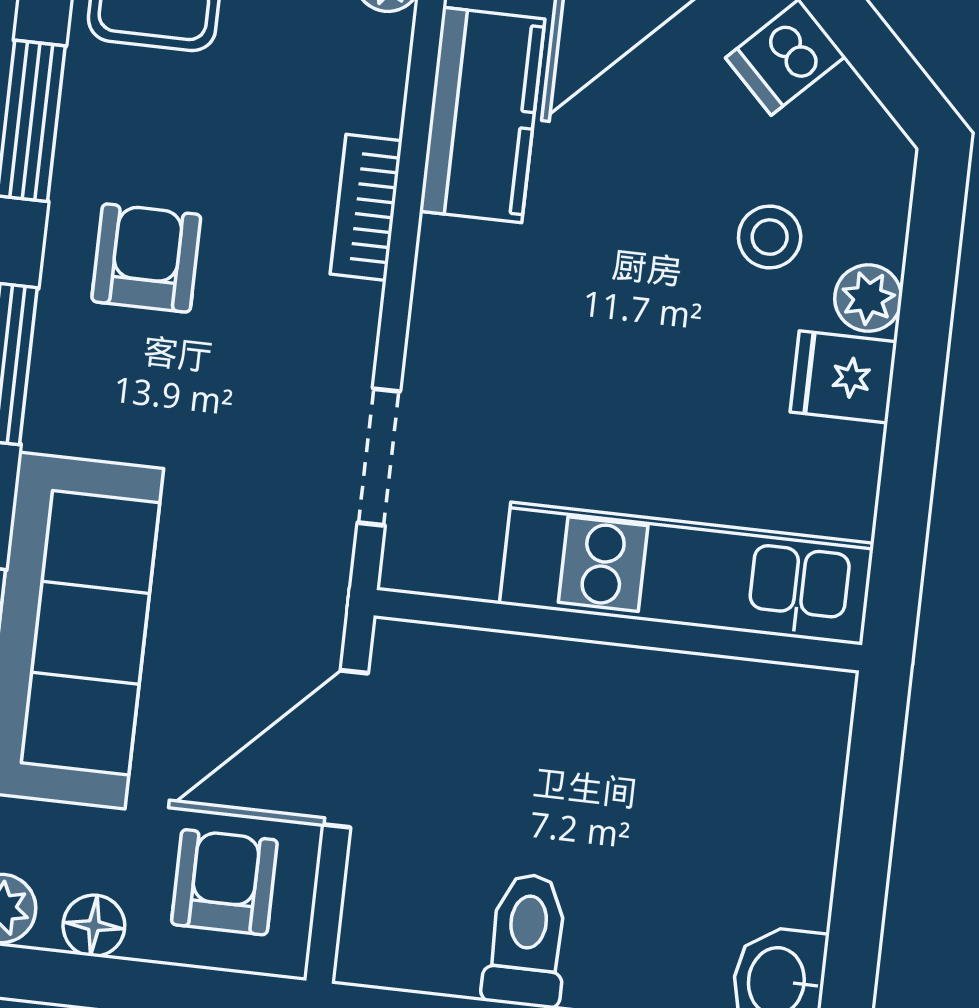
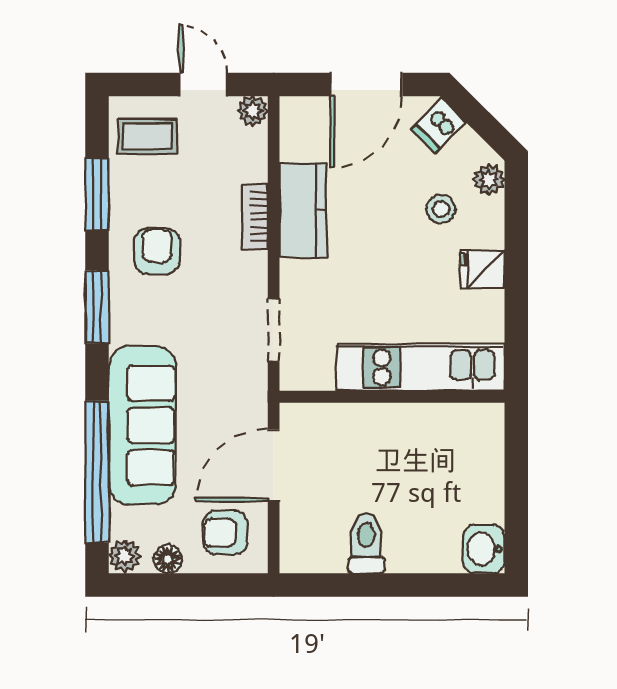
kitchen counter: (482, 115) -> (303, 210), moved
plant: (868, 298) -> (489, 180), moved
armchair: (224, 882) -> (225, 533), turned -90

